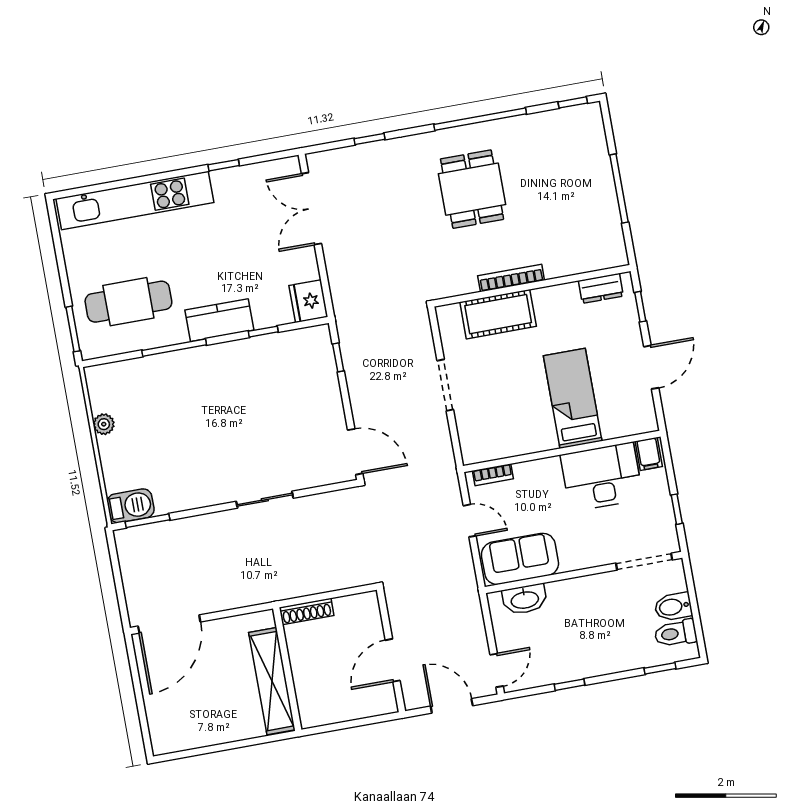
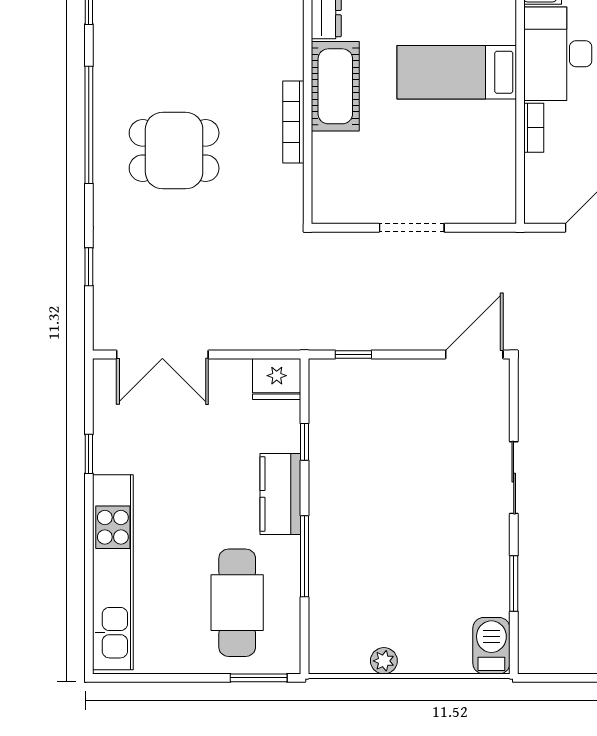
cot: (498, 314) -> (335, 86), moved
bookcase: (493, 475) -> (534, 128), moved
window: (147, 521) -> (514, 583), moved

